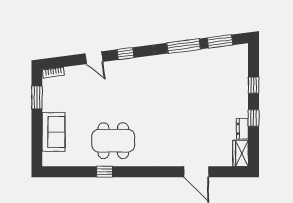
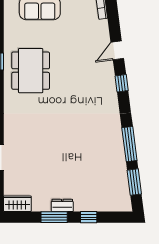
window: (254, 118) -> (54, 217), width x1.50
dresser: (242, 129) -> (62, 205), moved

